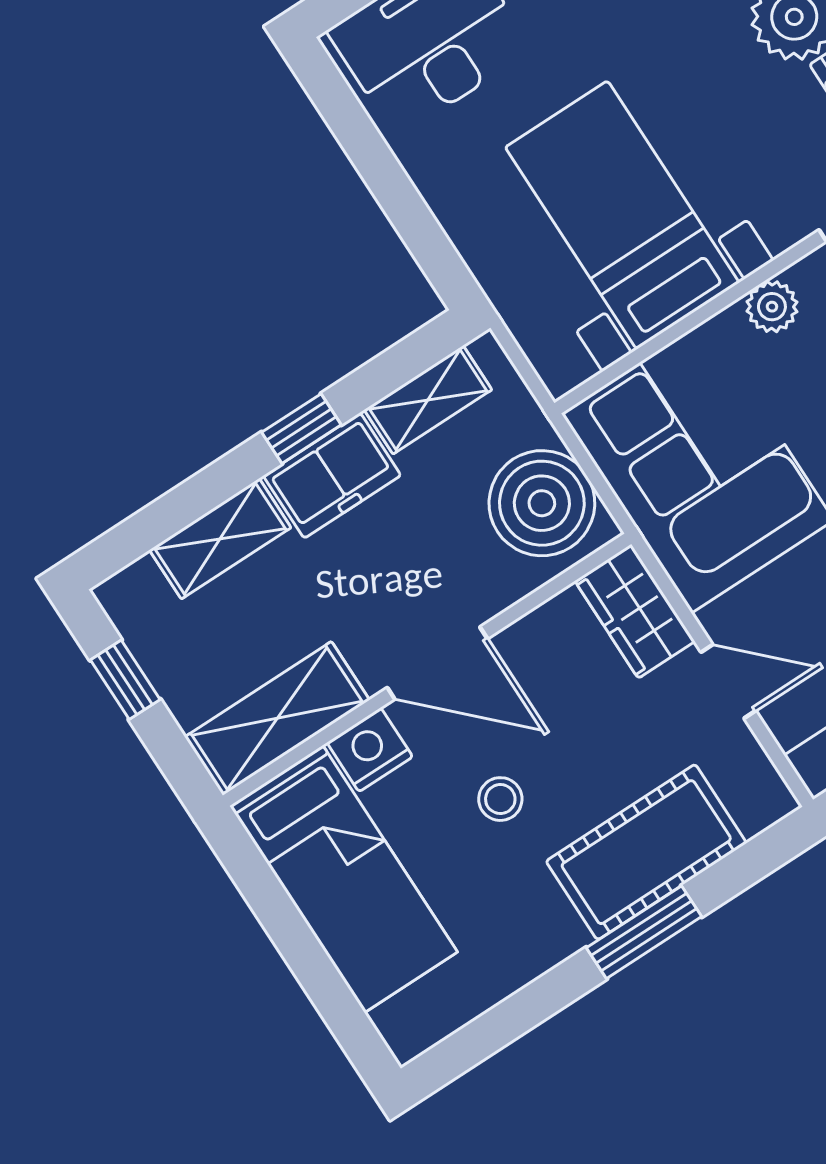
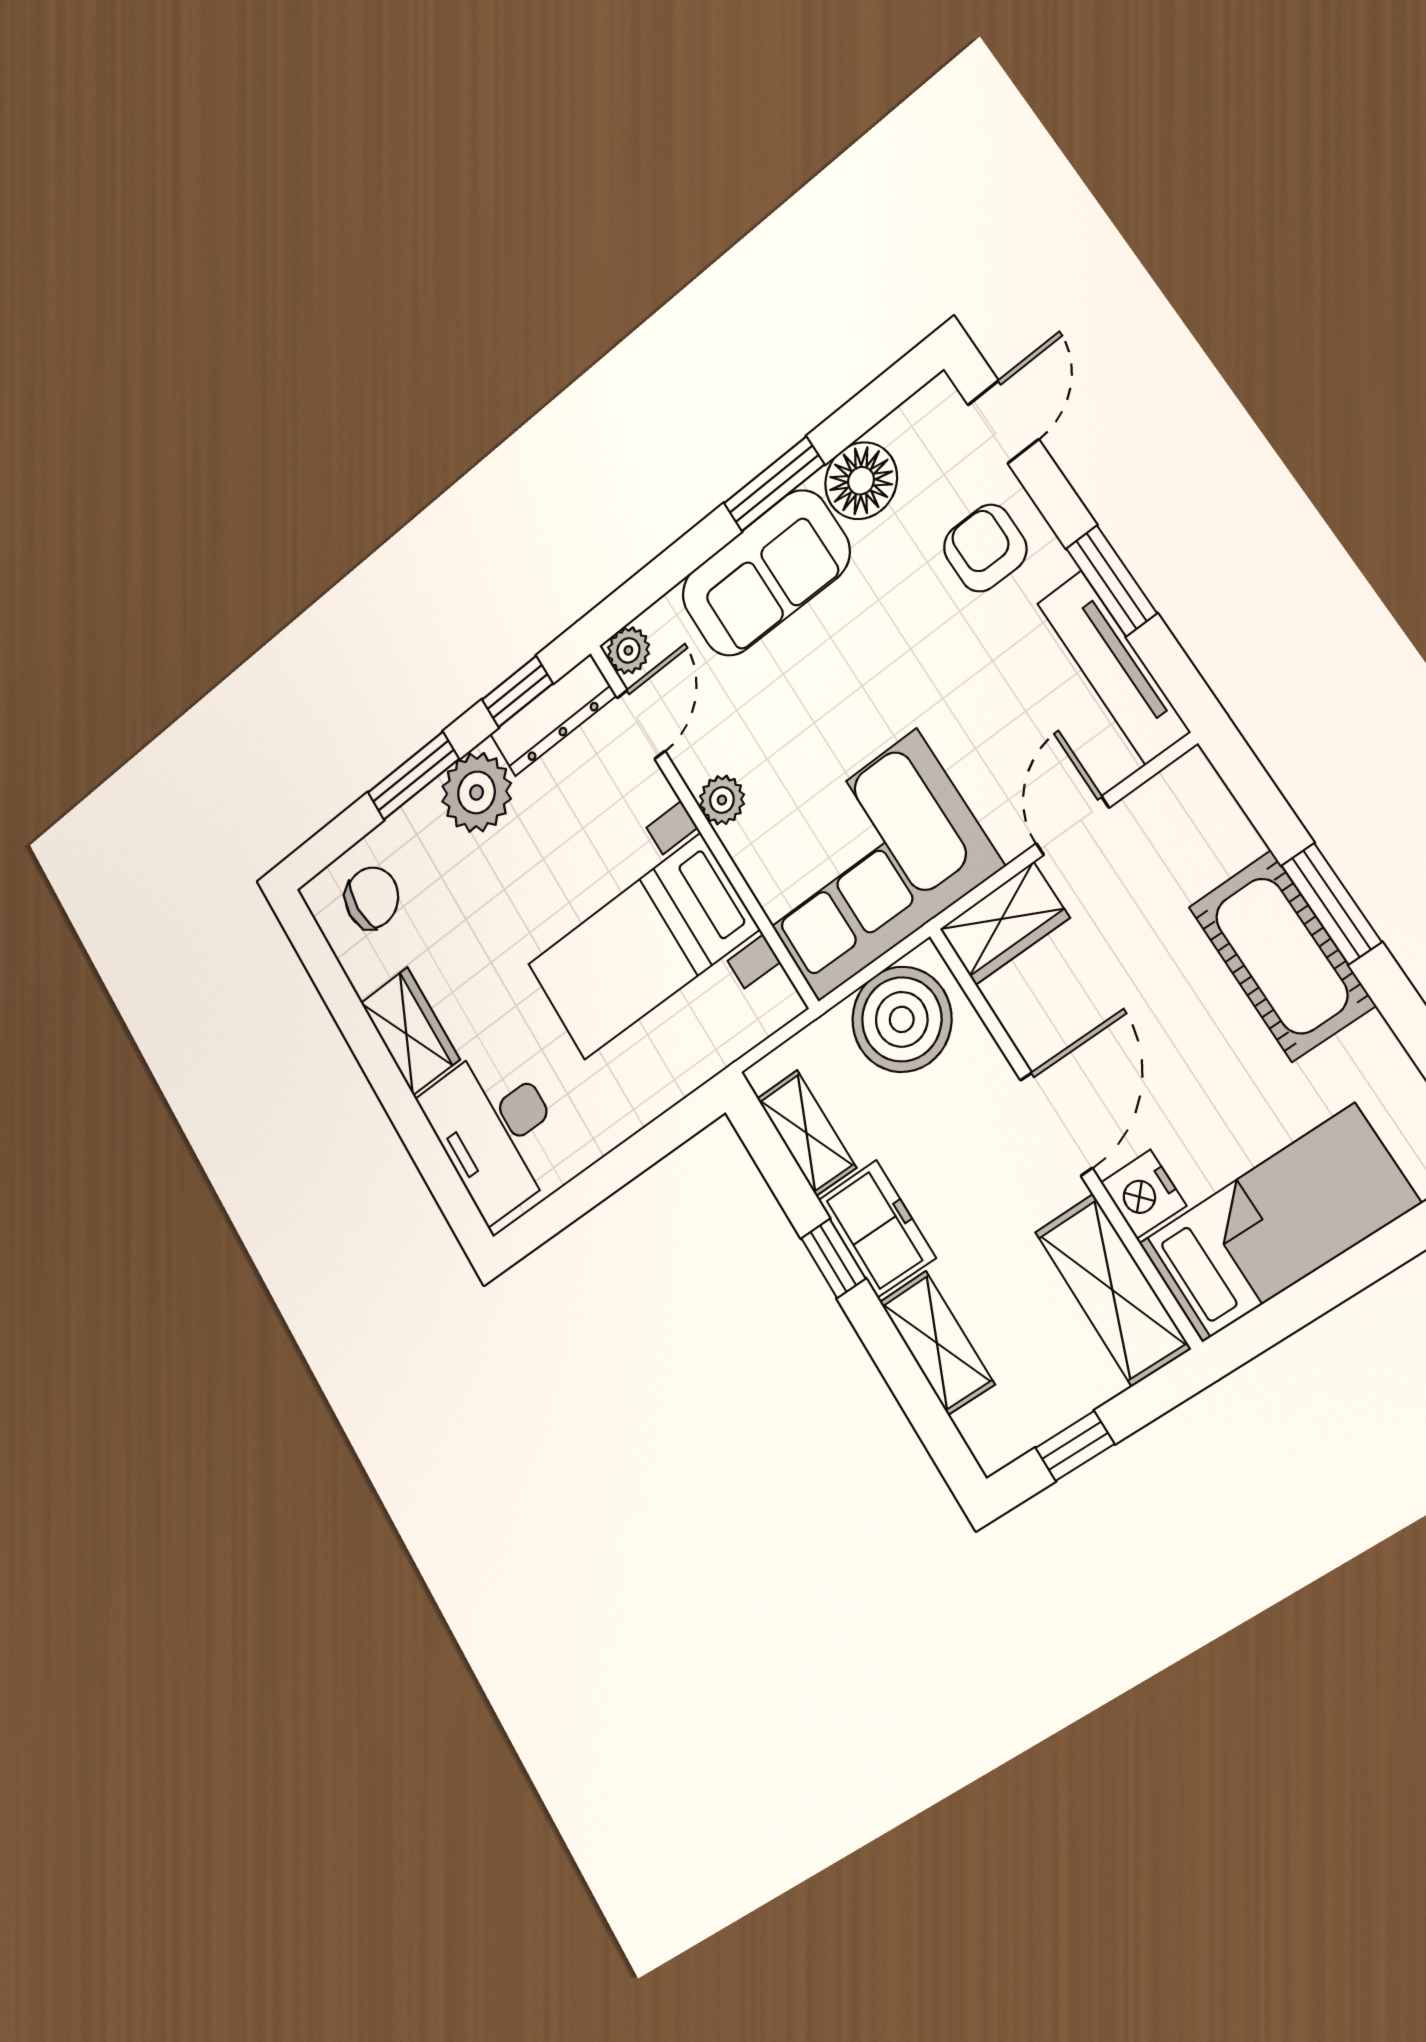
stool: (500, 799) -> (1193, 1058), removed
cot: (646, 852) -> (1281, 956), moved

